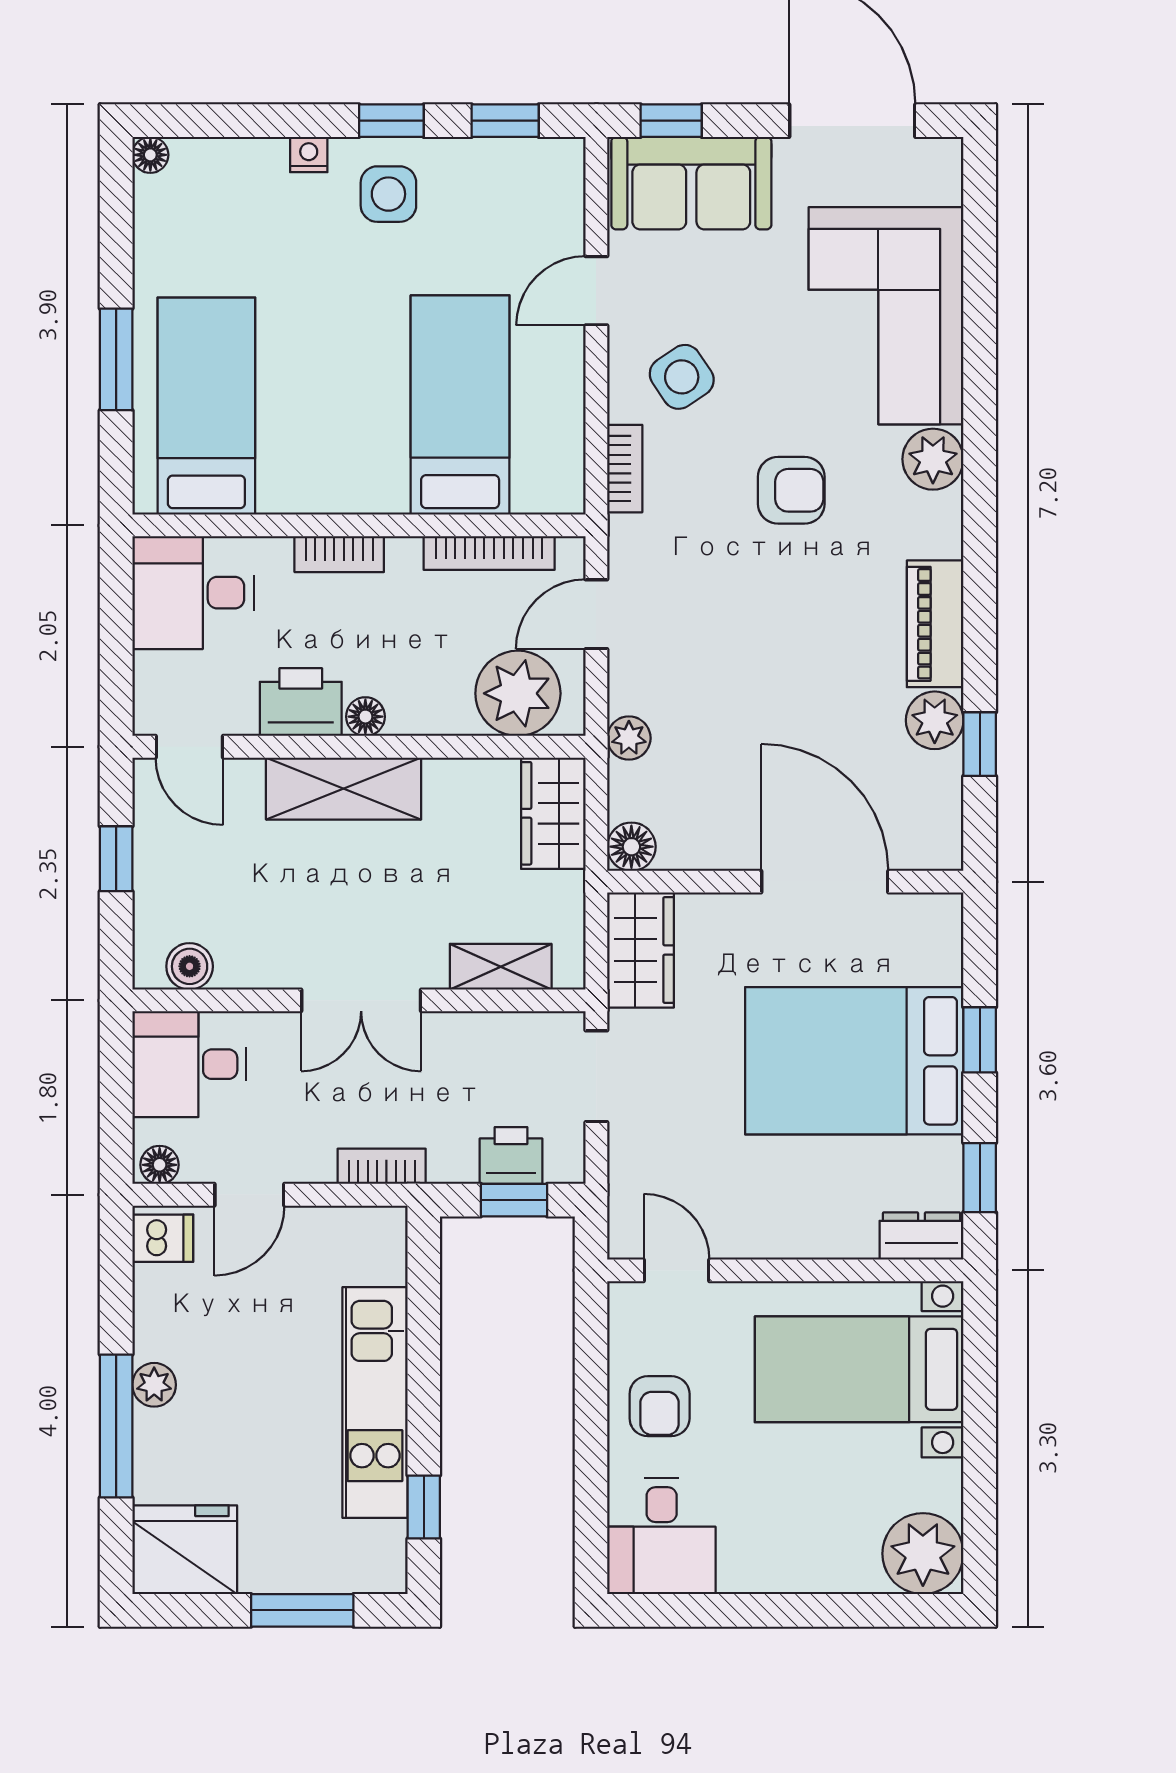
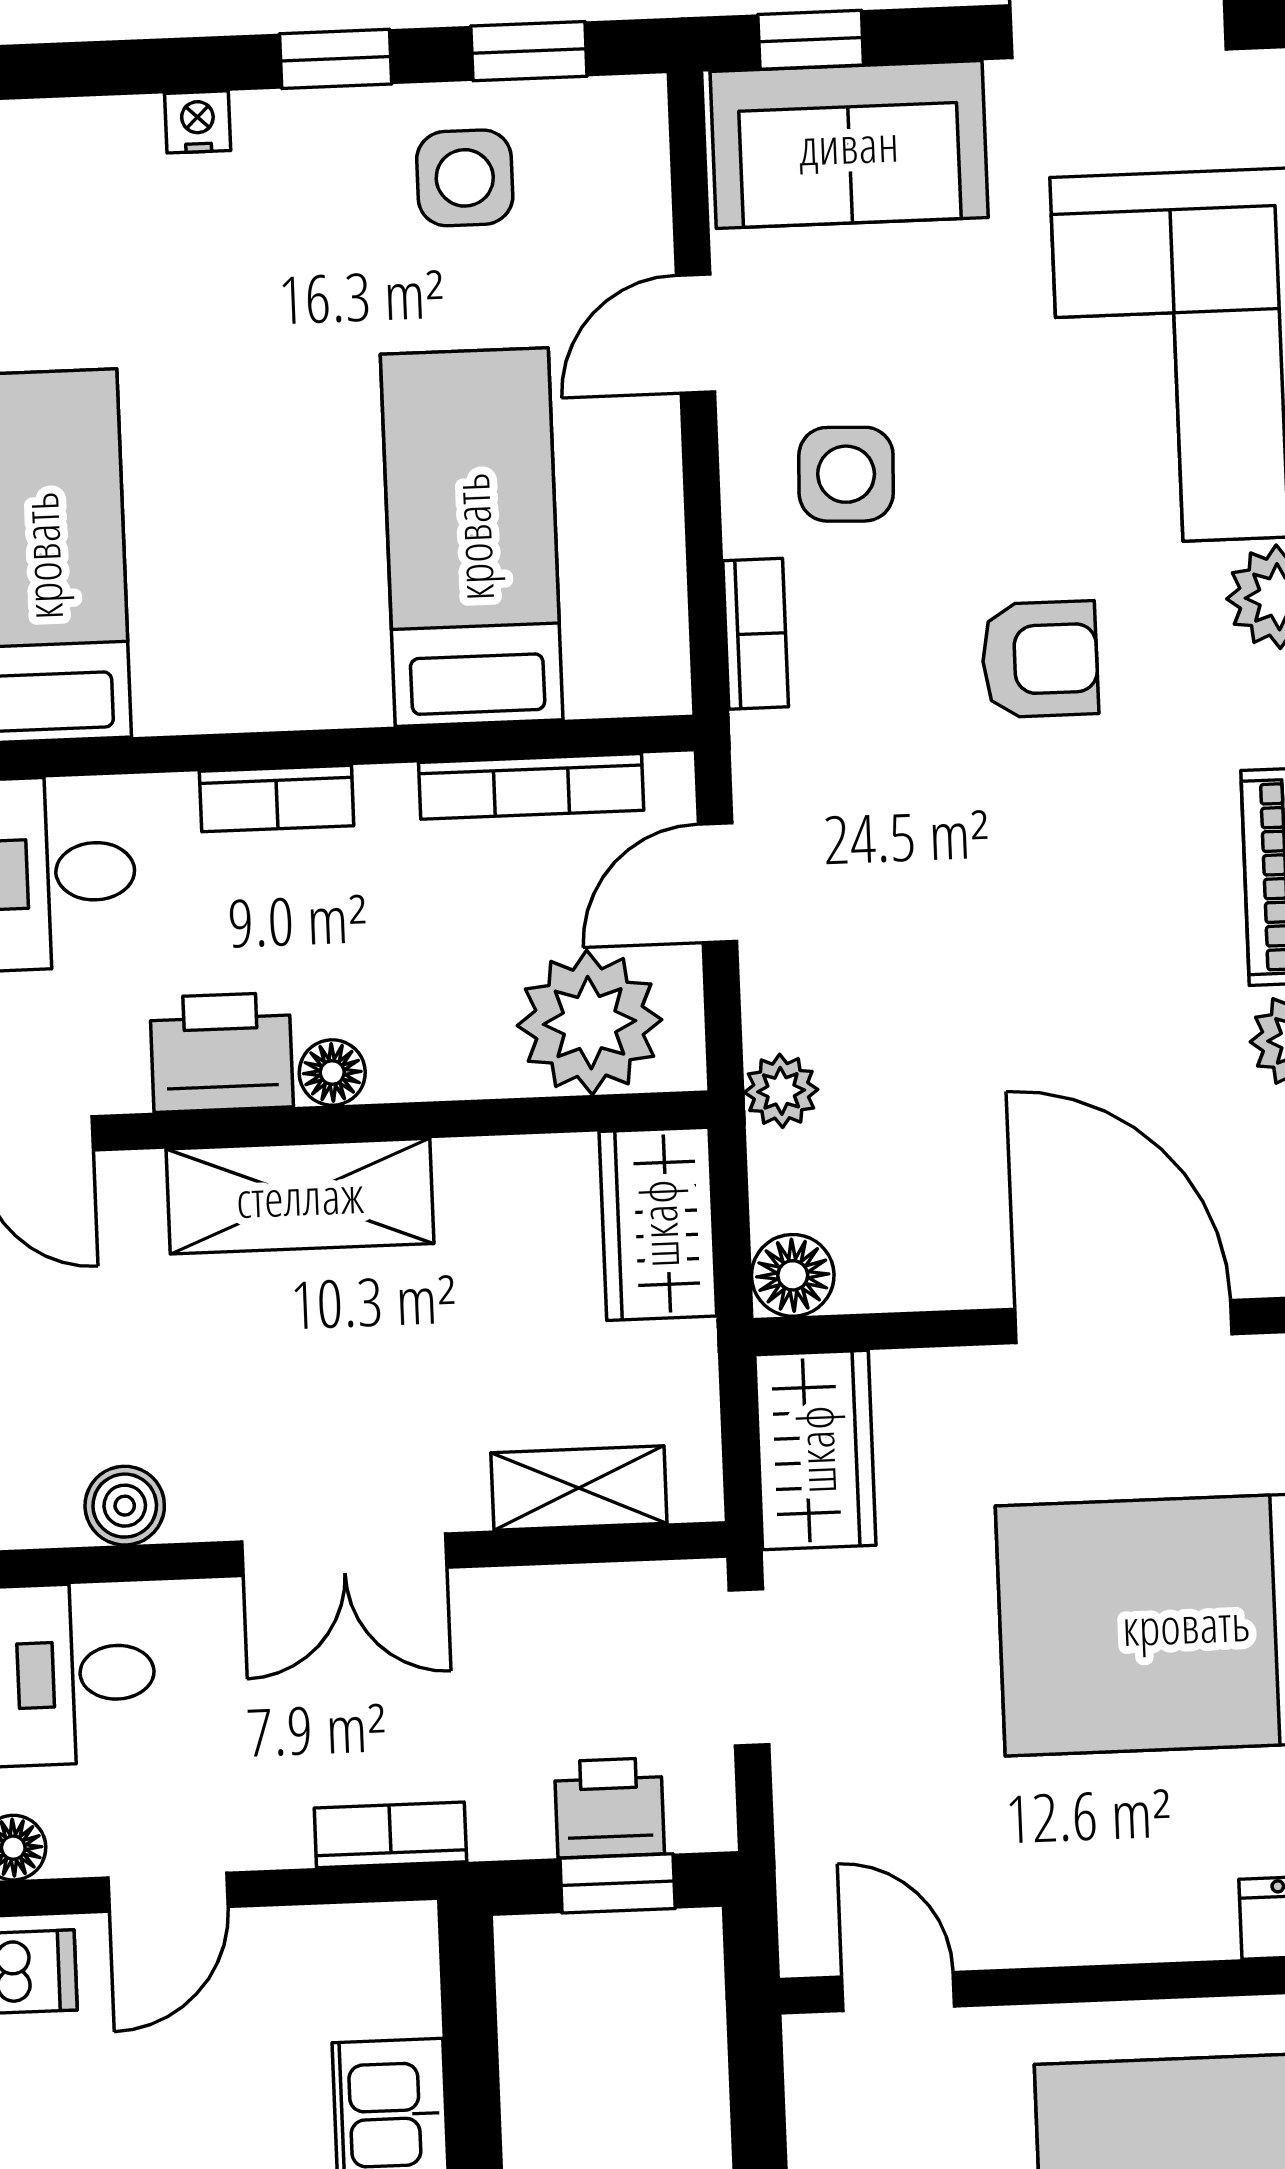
side table: (388, 194) -> (465, 178), moved
side table: (682, 377) -> (846, 474), turned 36
boiler: (190, 966) -> (125, 1506), moved

